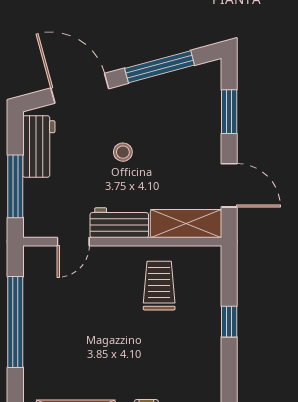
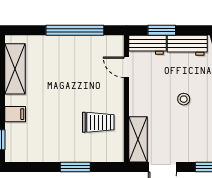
window: (15, 186) -> (162, 30), width x0.69
workbench: (119, 223) -> (147, 45), moved, turned 90
window: (229, 322) -> (75, 167), width x1.50

